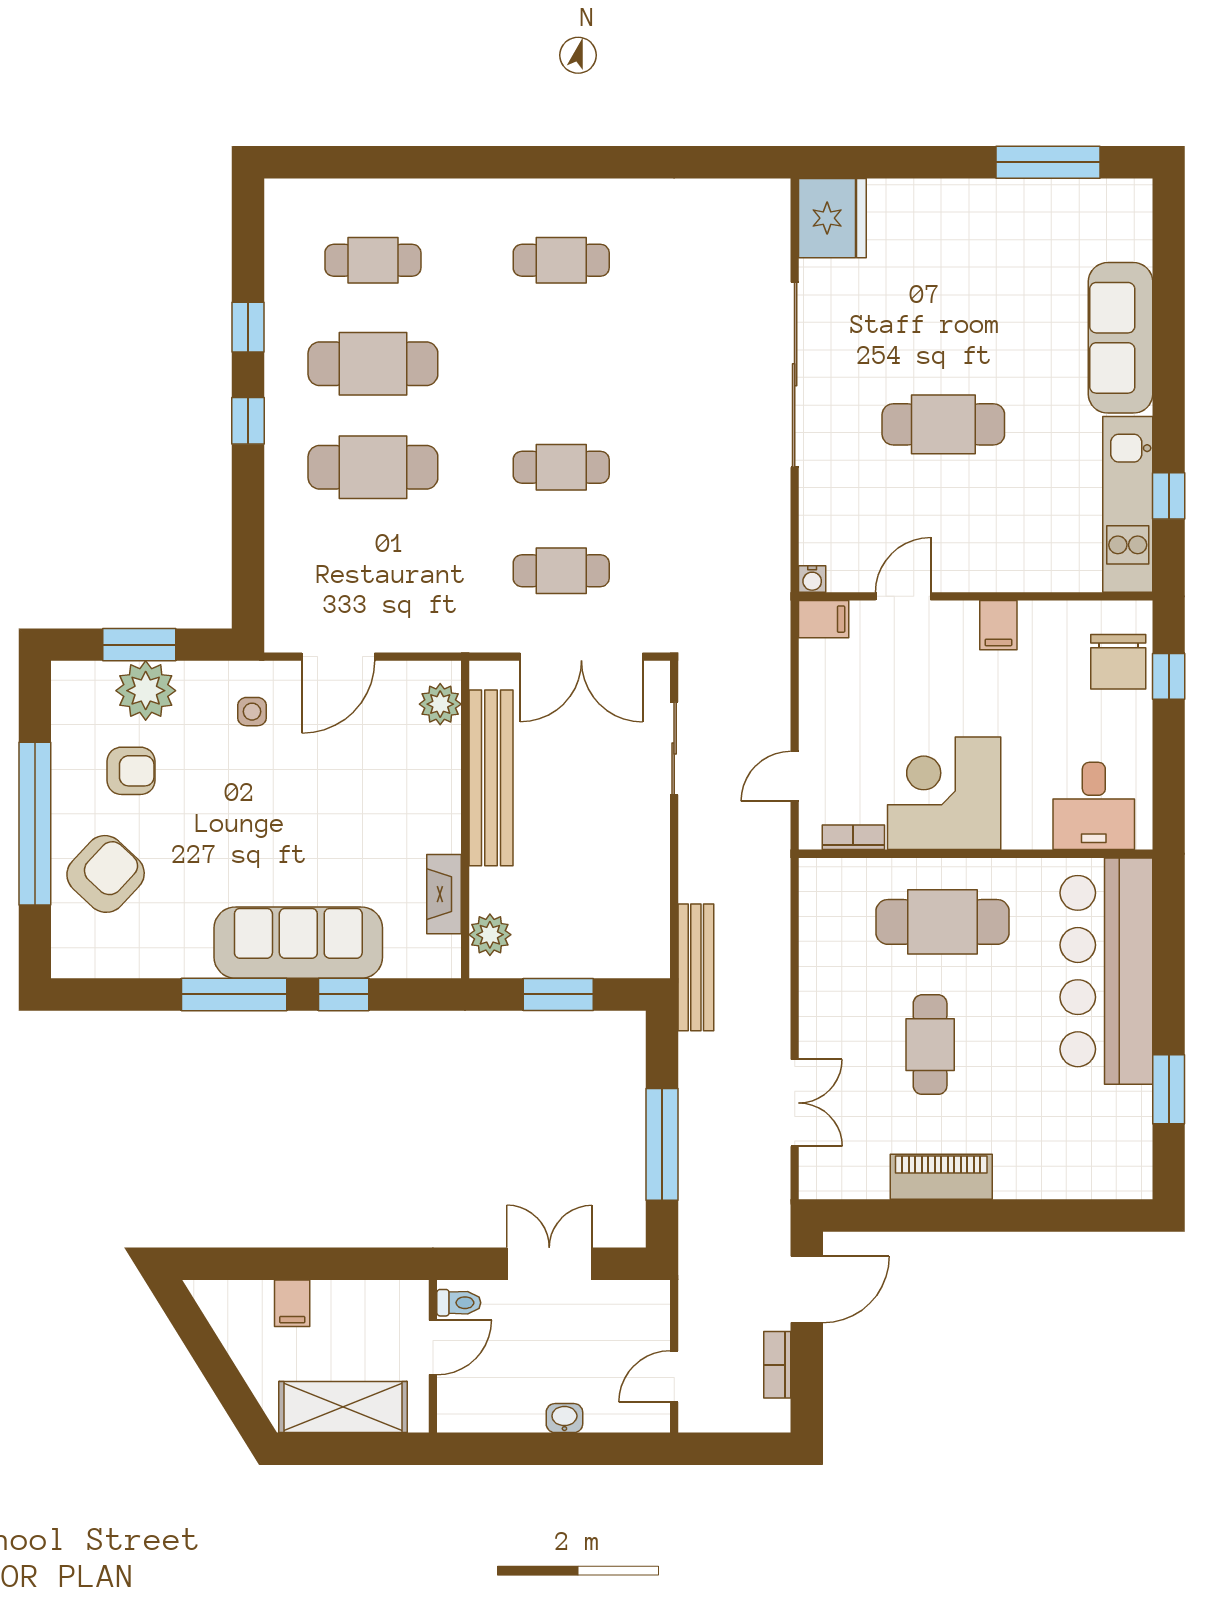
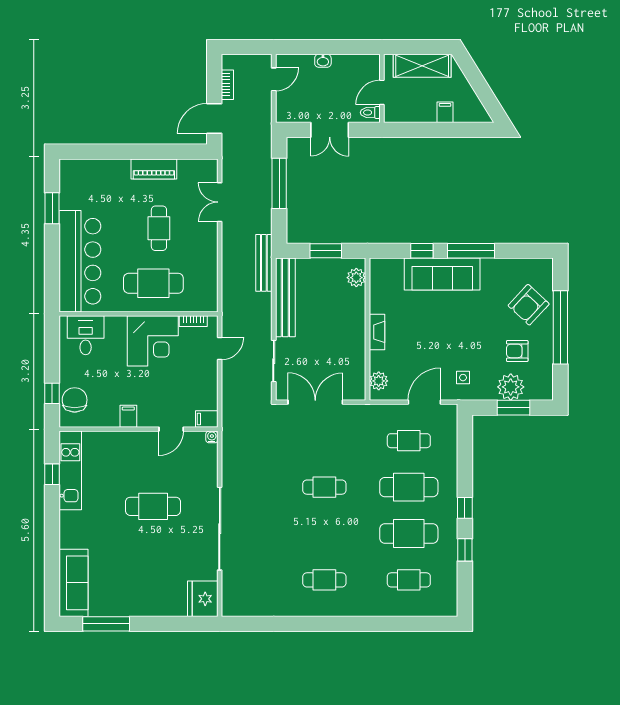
sofa: (1121, 338) -> (74, 583), moved
cafe table: (561, 571) -> (409, 441), moved
bench: (491, 778) -> (285, 297), moved
fireplace: (444, 894) -> (377, 332), moved

